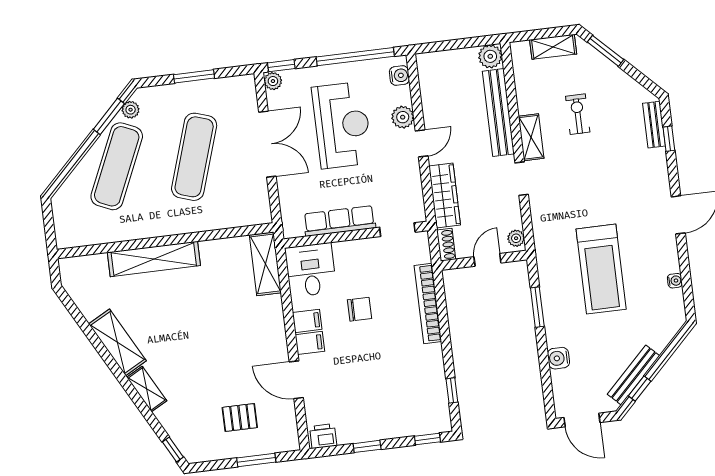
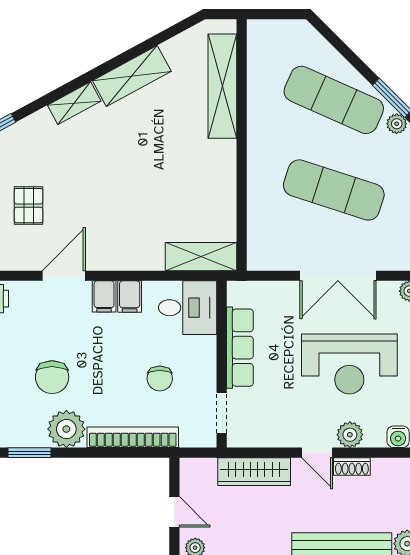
shoe rack: (446, 245) -> (352, 467), moved
shelving: (154, 259) -> (222, 86), moved
chair: (359, 309) -> (160, 379), moved
plant: (428, 361) -> (66, 429), added
chair: (385, 379) -> (52, 377), added
window: (452, 390) -> (30, 453), width x1.50

